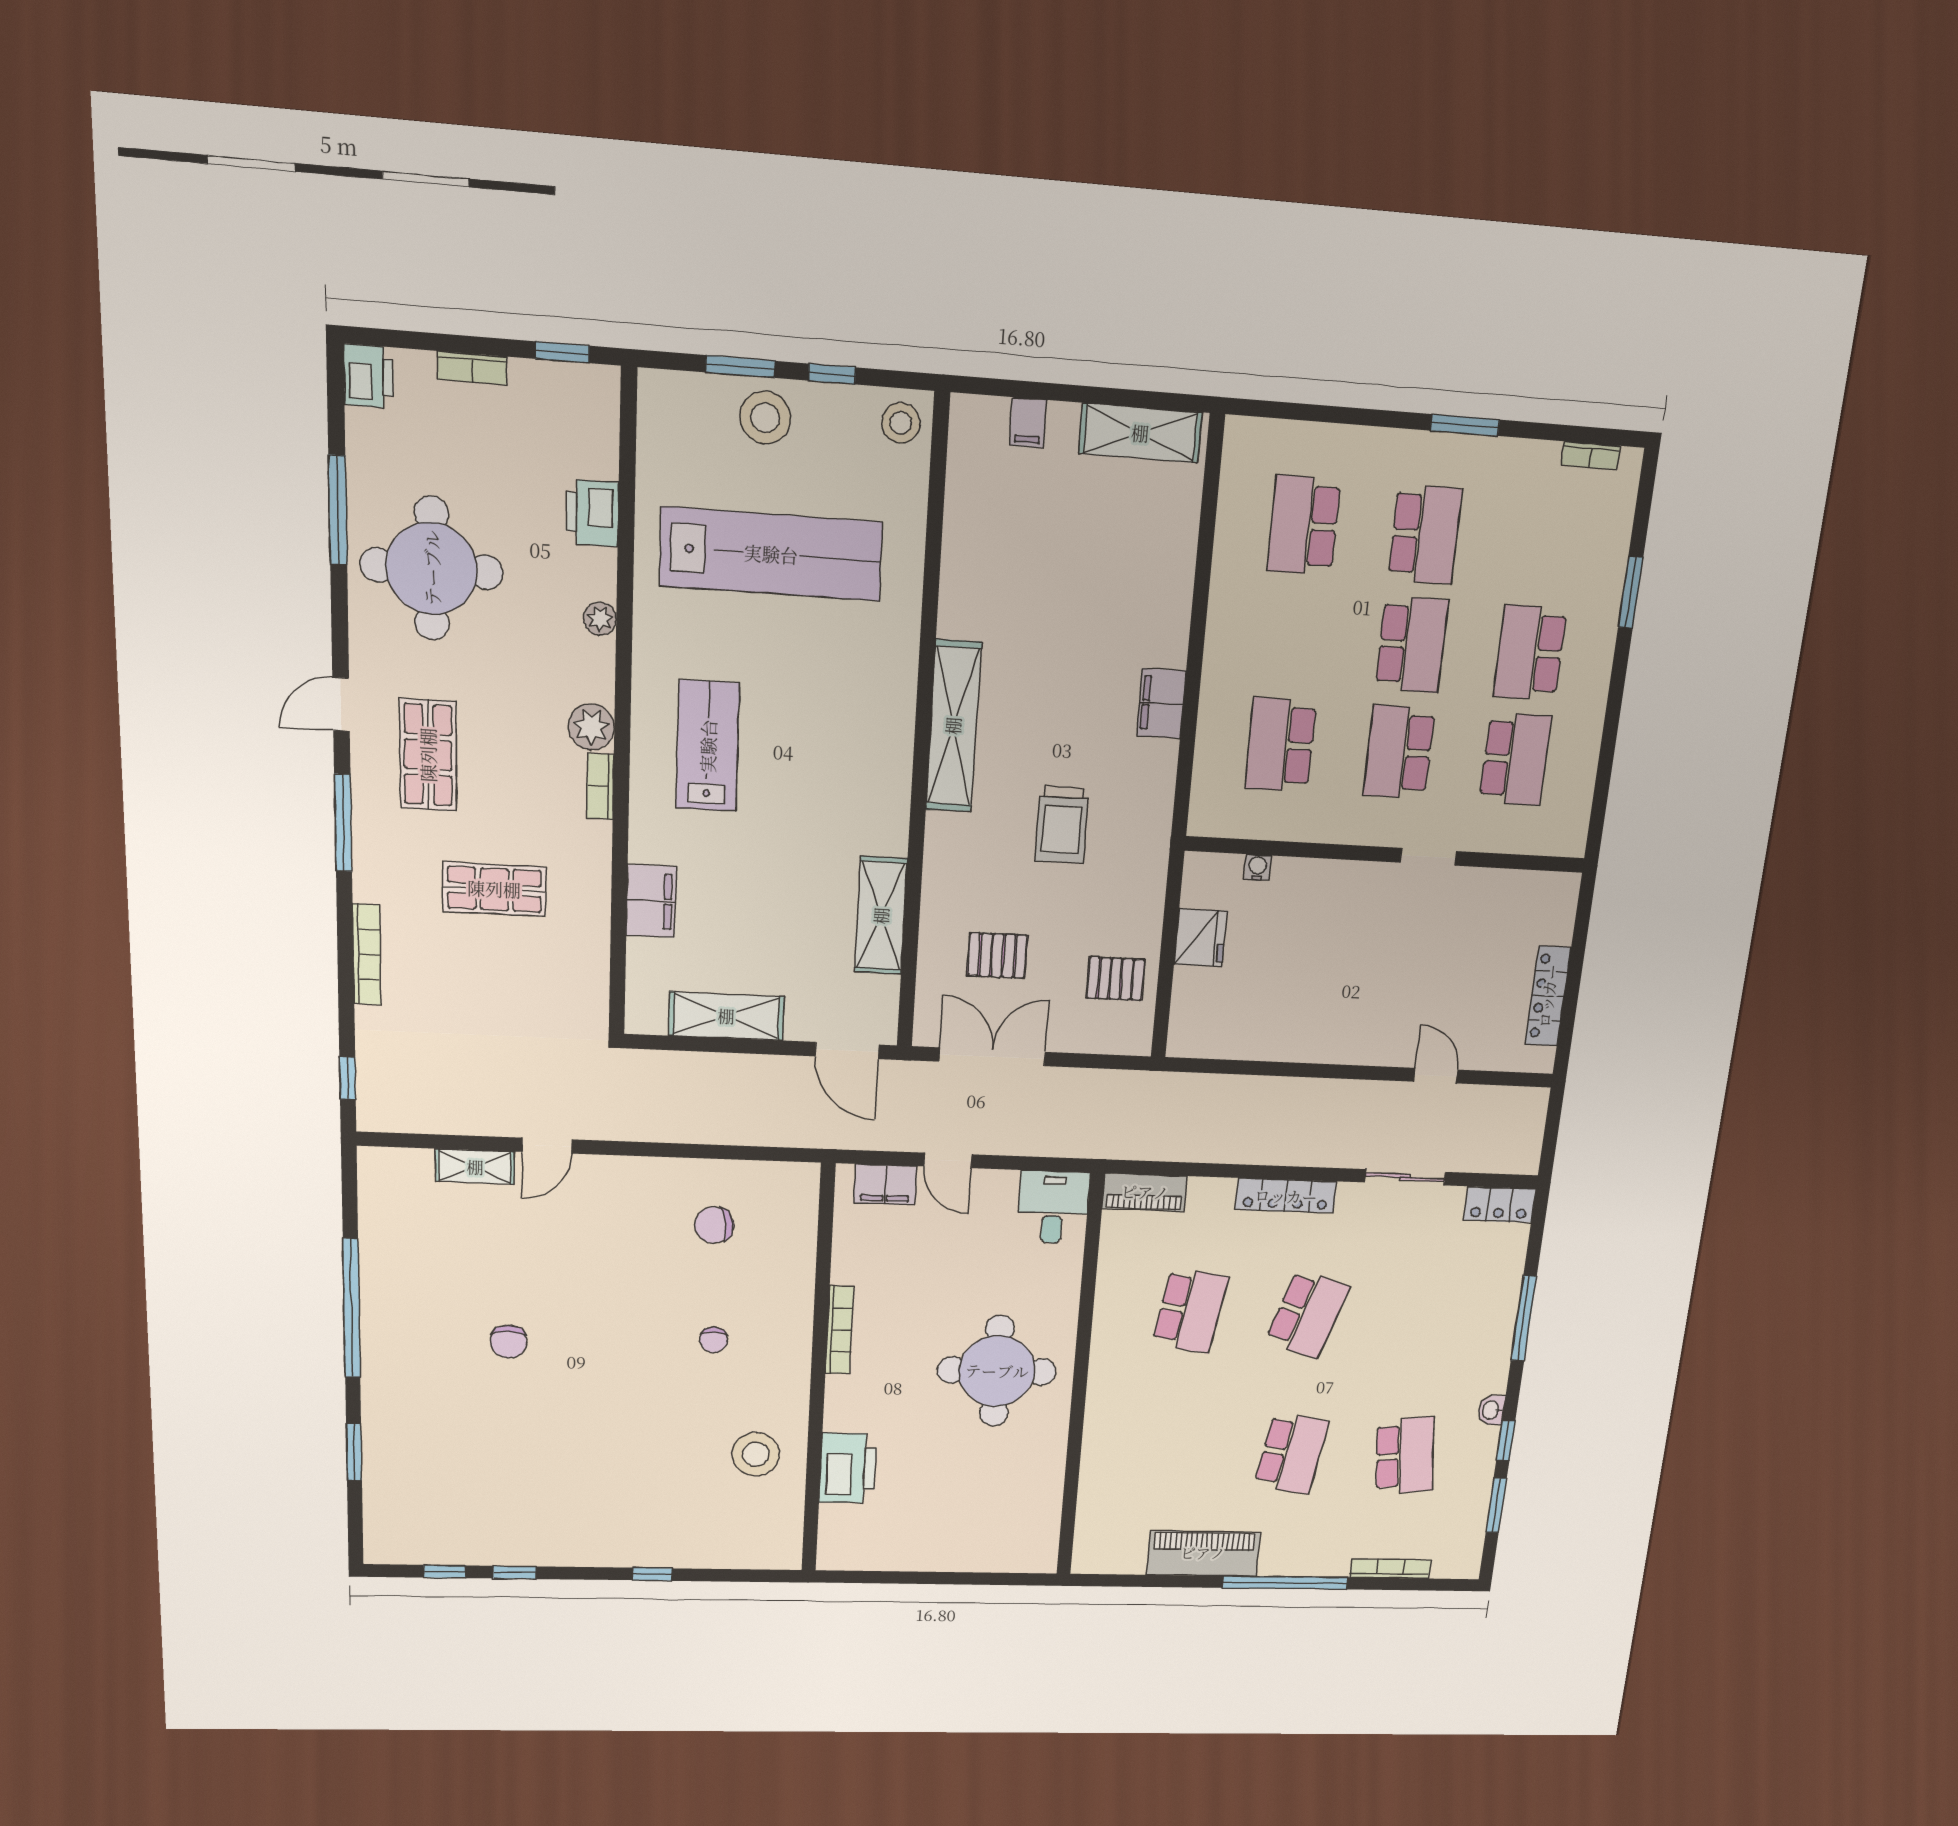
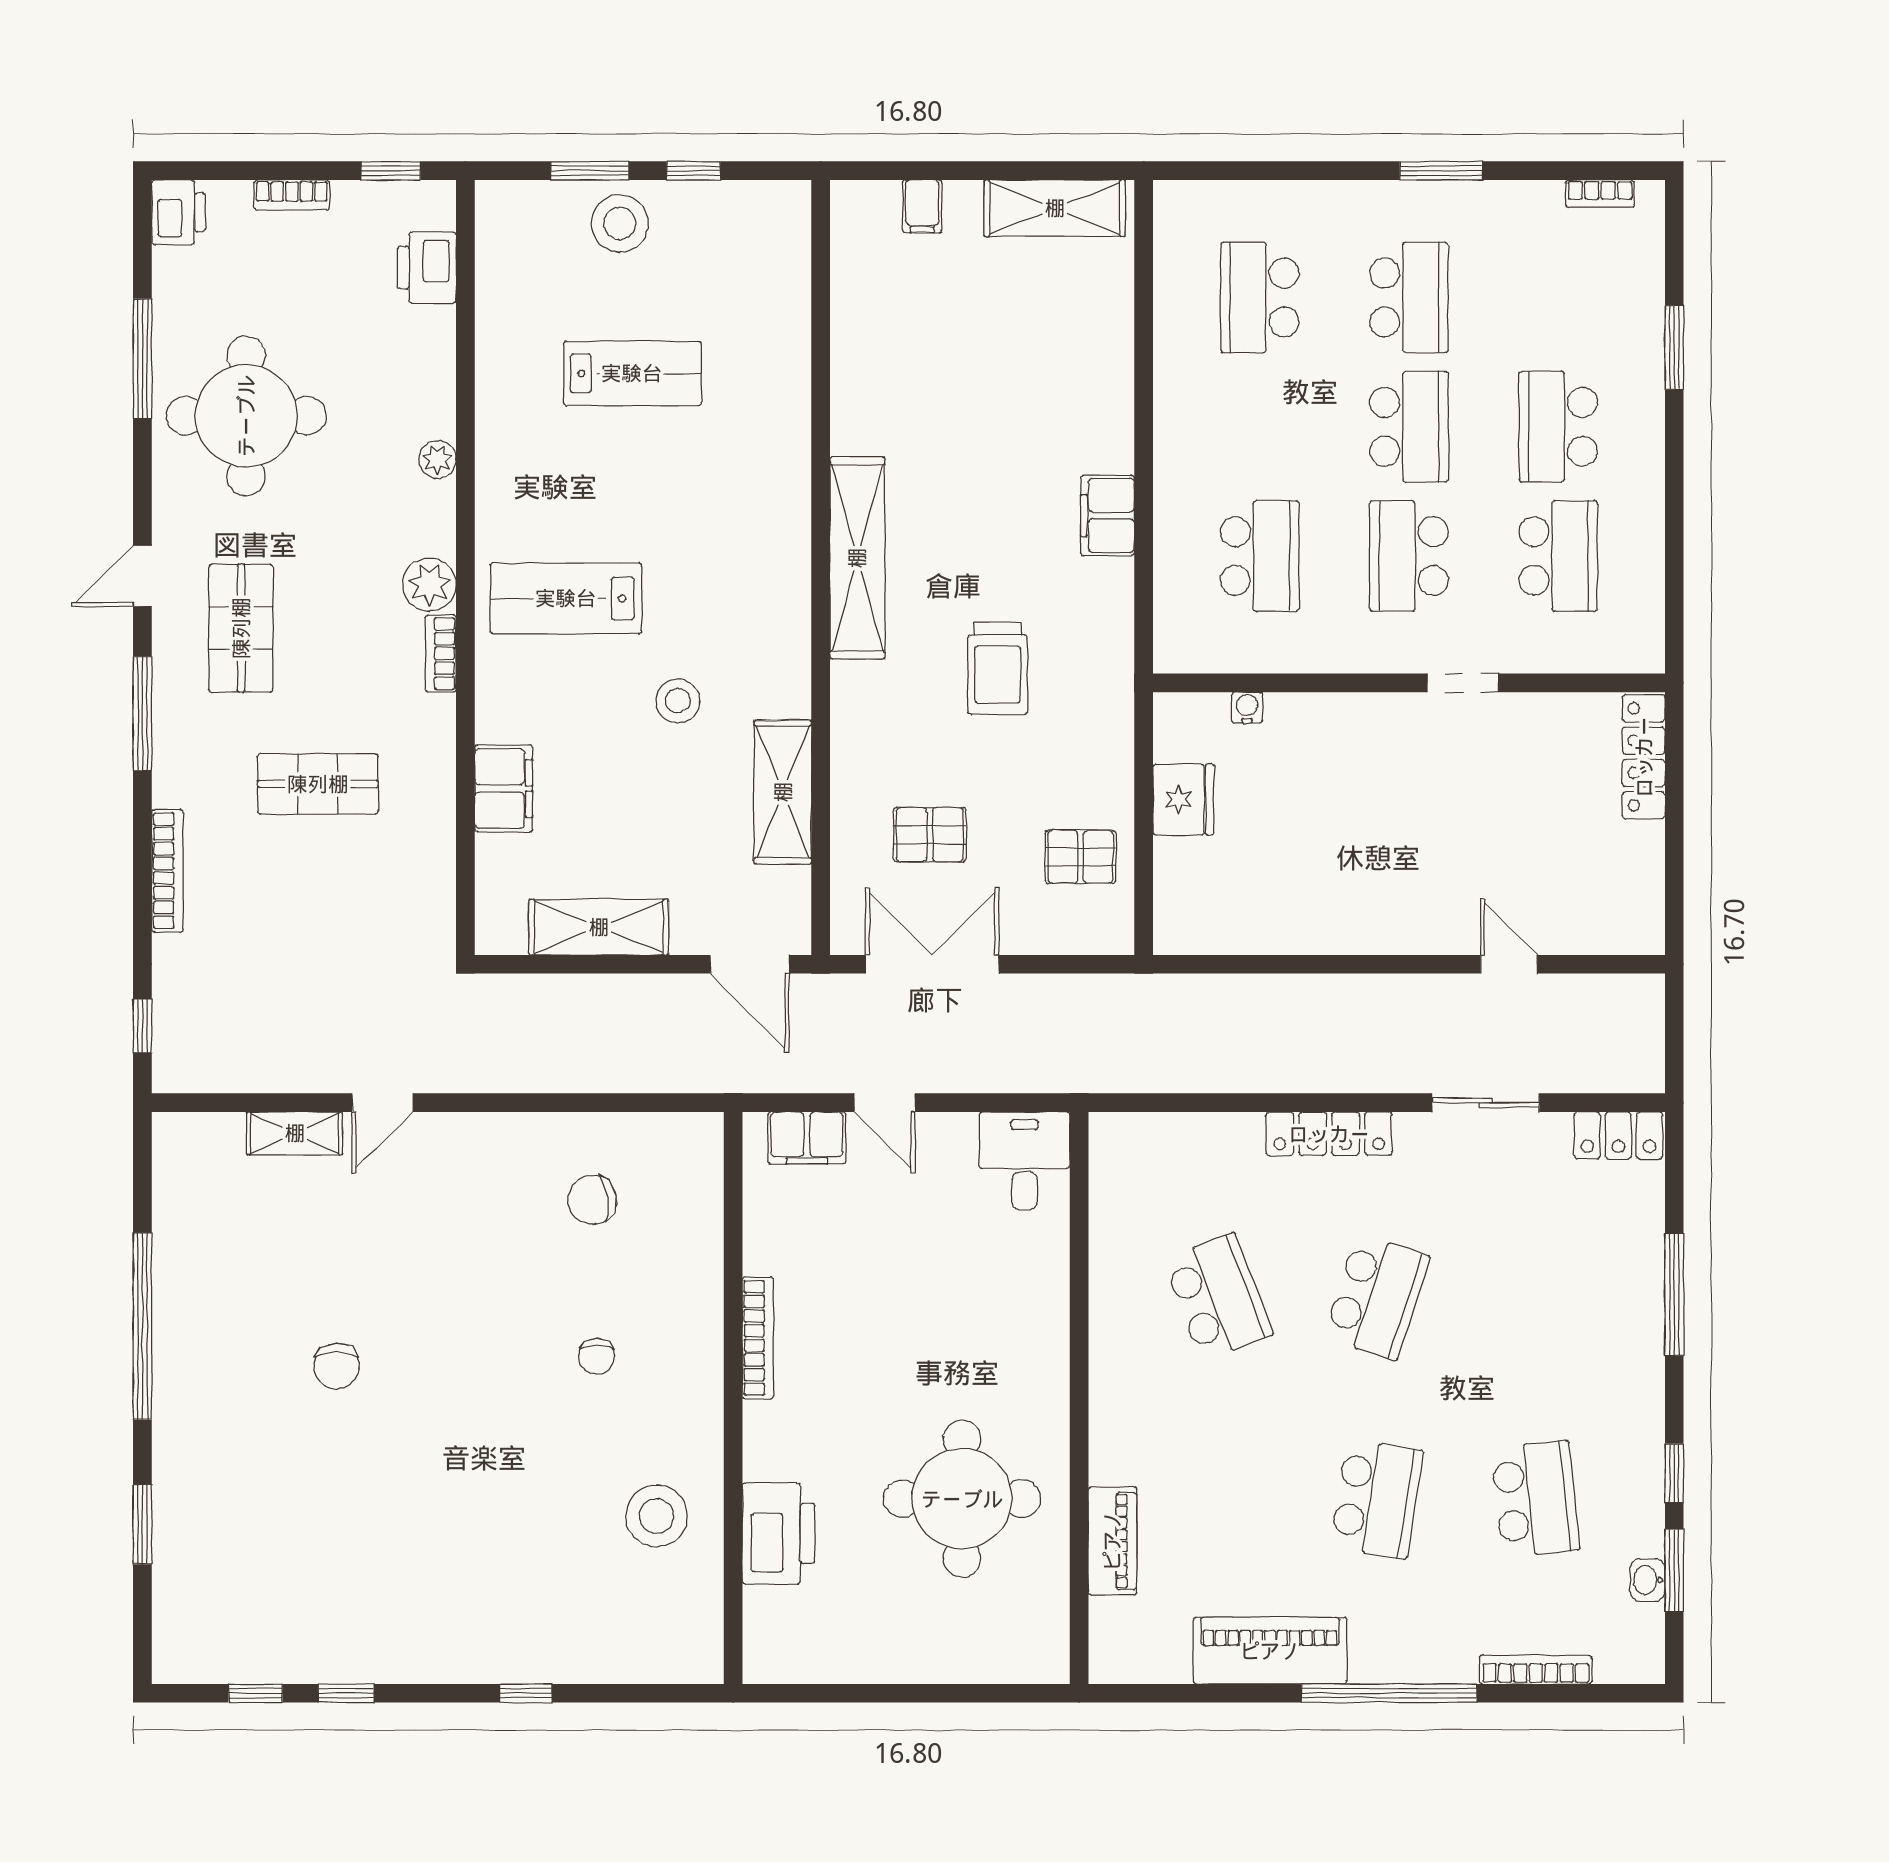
stool: (901, 423) -> (678, 701), moved
printer: (592, 513) -> (427, 267), moved
lab bench: (771, 554) -> (632, 373), width x0.54, depth x0.72
school desk: (1281, 745) -> (1260, 556), turned 180
lab bench: (708, 746) -> (566, 598), turned -90
locker: (1548, 996) -> (1644, 757), moved
piano: (1145, 1192) -> (1112, 1541), moved, turned -90
school desk: (1190, 1310) -> (1218, 1297), turned -30
round table: (997, 1371) -> (962, 1499), moved
washbasin: (1491, 1410) -> (1648, 1580), moved

